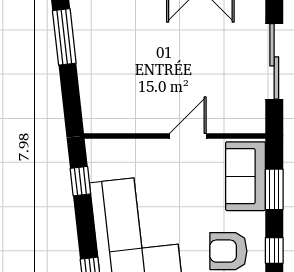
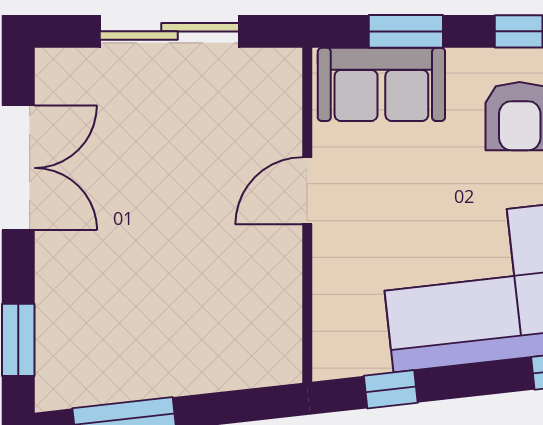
door: (188, 136) -> (307, 191), hinge flipped

